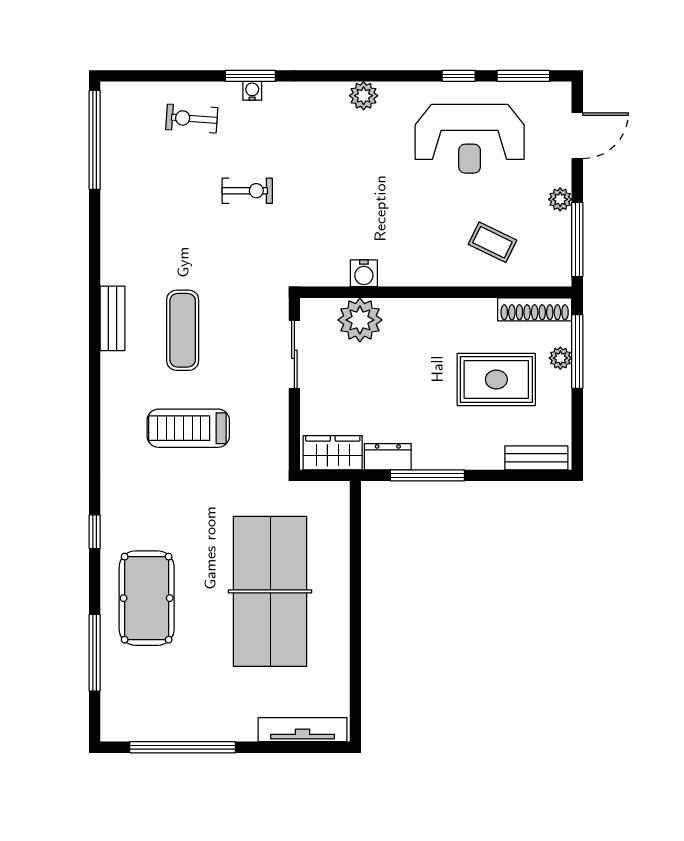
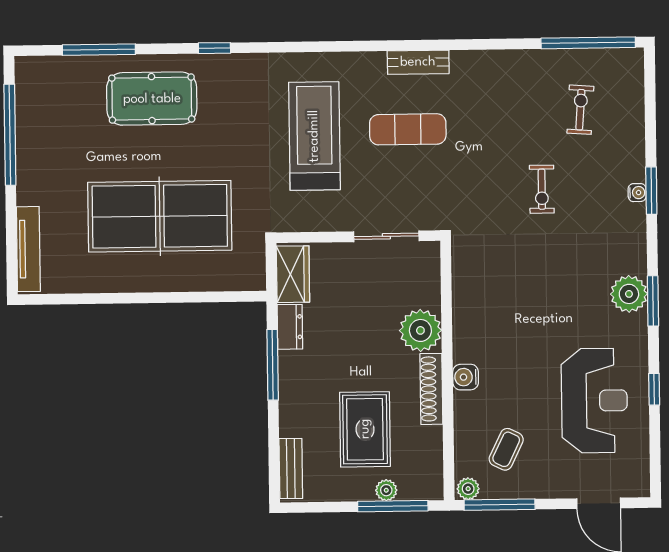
window: (523, 76) -> (653, 301), moved
plant: (364, 96) -> (629, 294), width x1.36, depth x1.36
exercise bike: (192, 119) -> (580, 110), moved
reception desk: (470, 139) -> (594, 401), turned 180
plant: (560, 199) -> (468, 489), moved
coffee table: (492, 242) -> (506, 449), moved
water cooler: (364, 273) -> (466, 377), moved
shoe rack: (535, 309) -> (431, 389), moved
plant: (360, 320) -> (420, 330), moved
treadmill: (188, 428) -> (314, 136), width x1.37, depth x1.38

